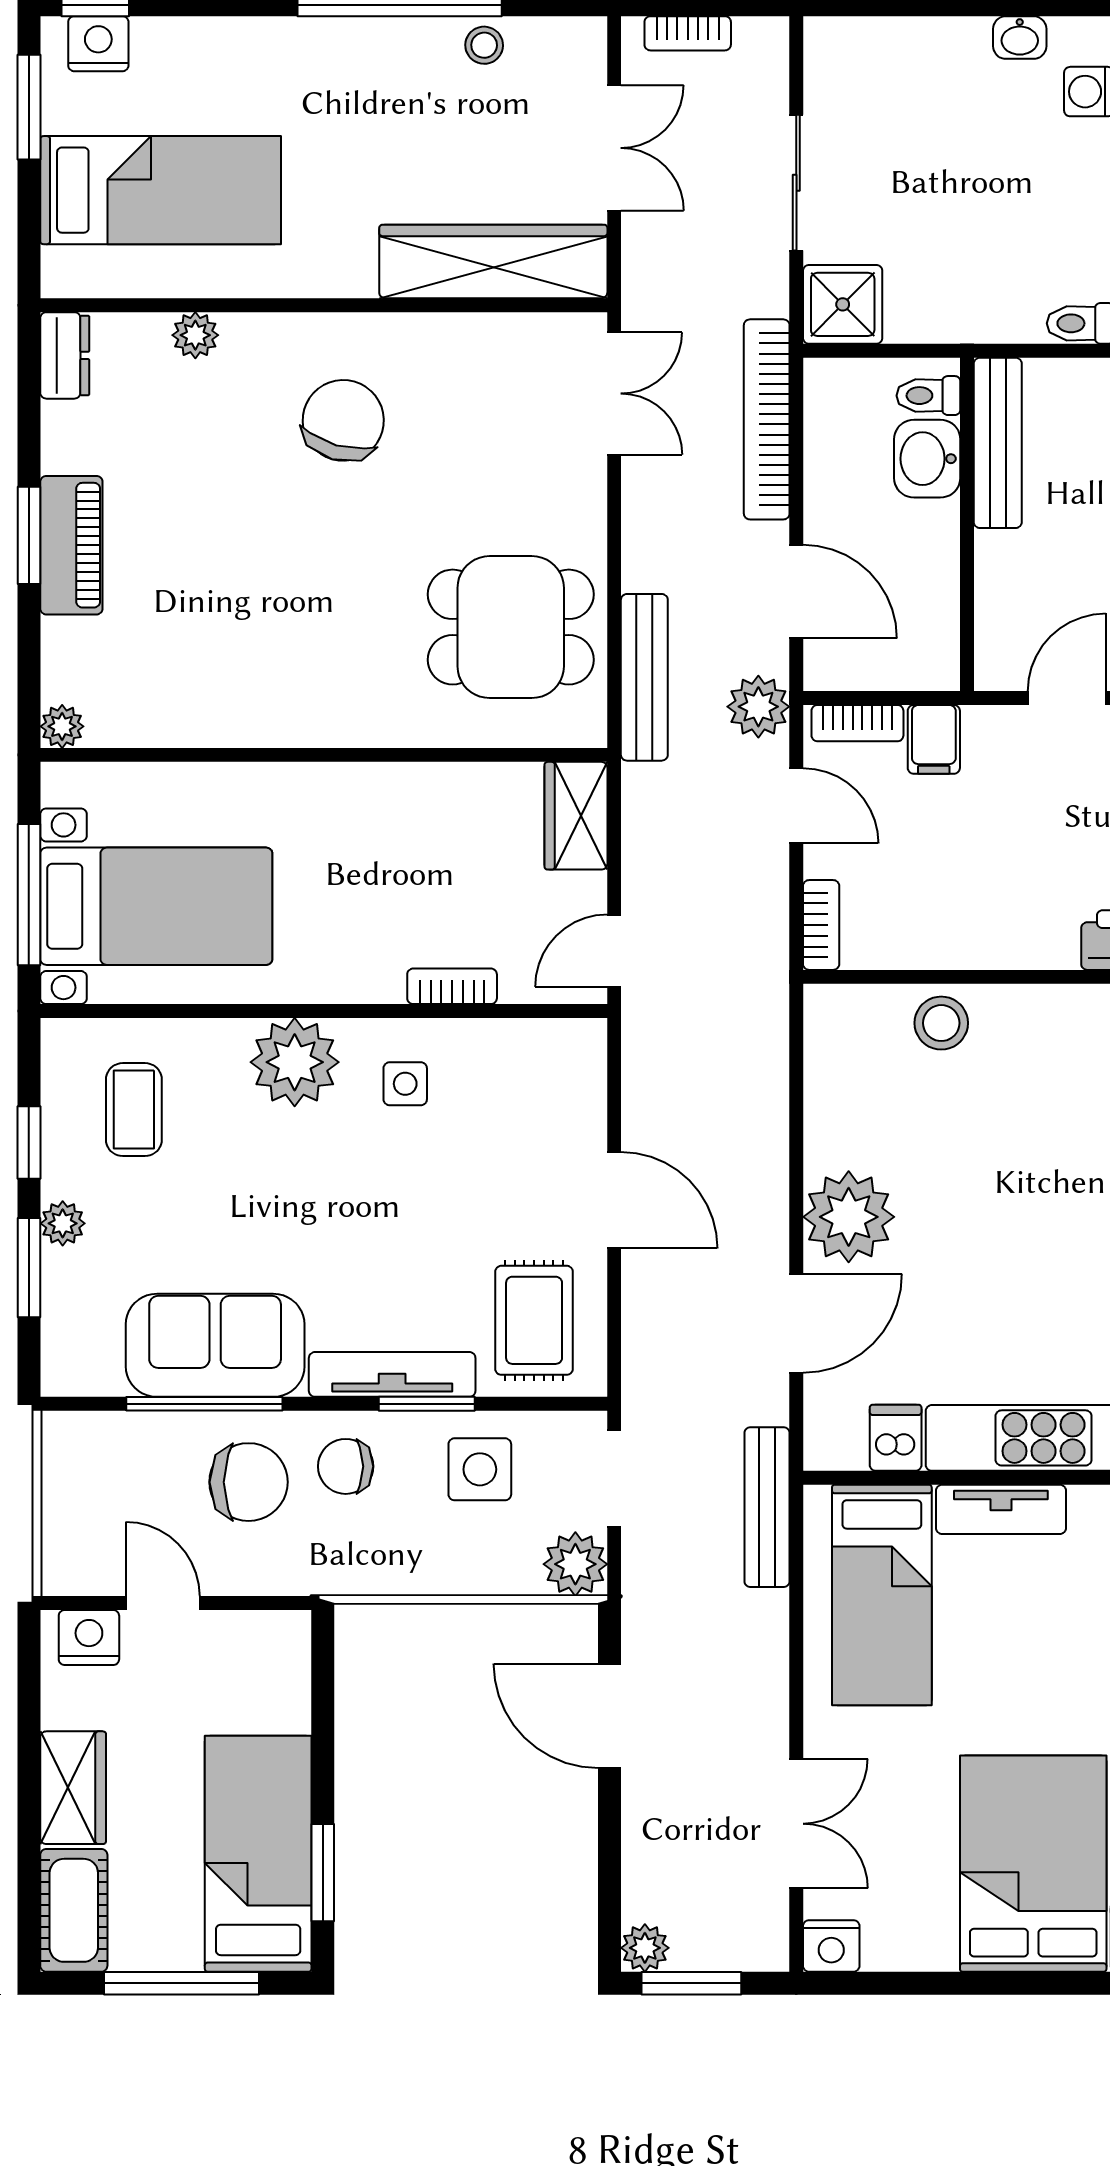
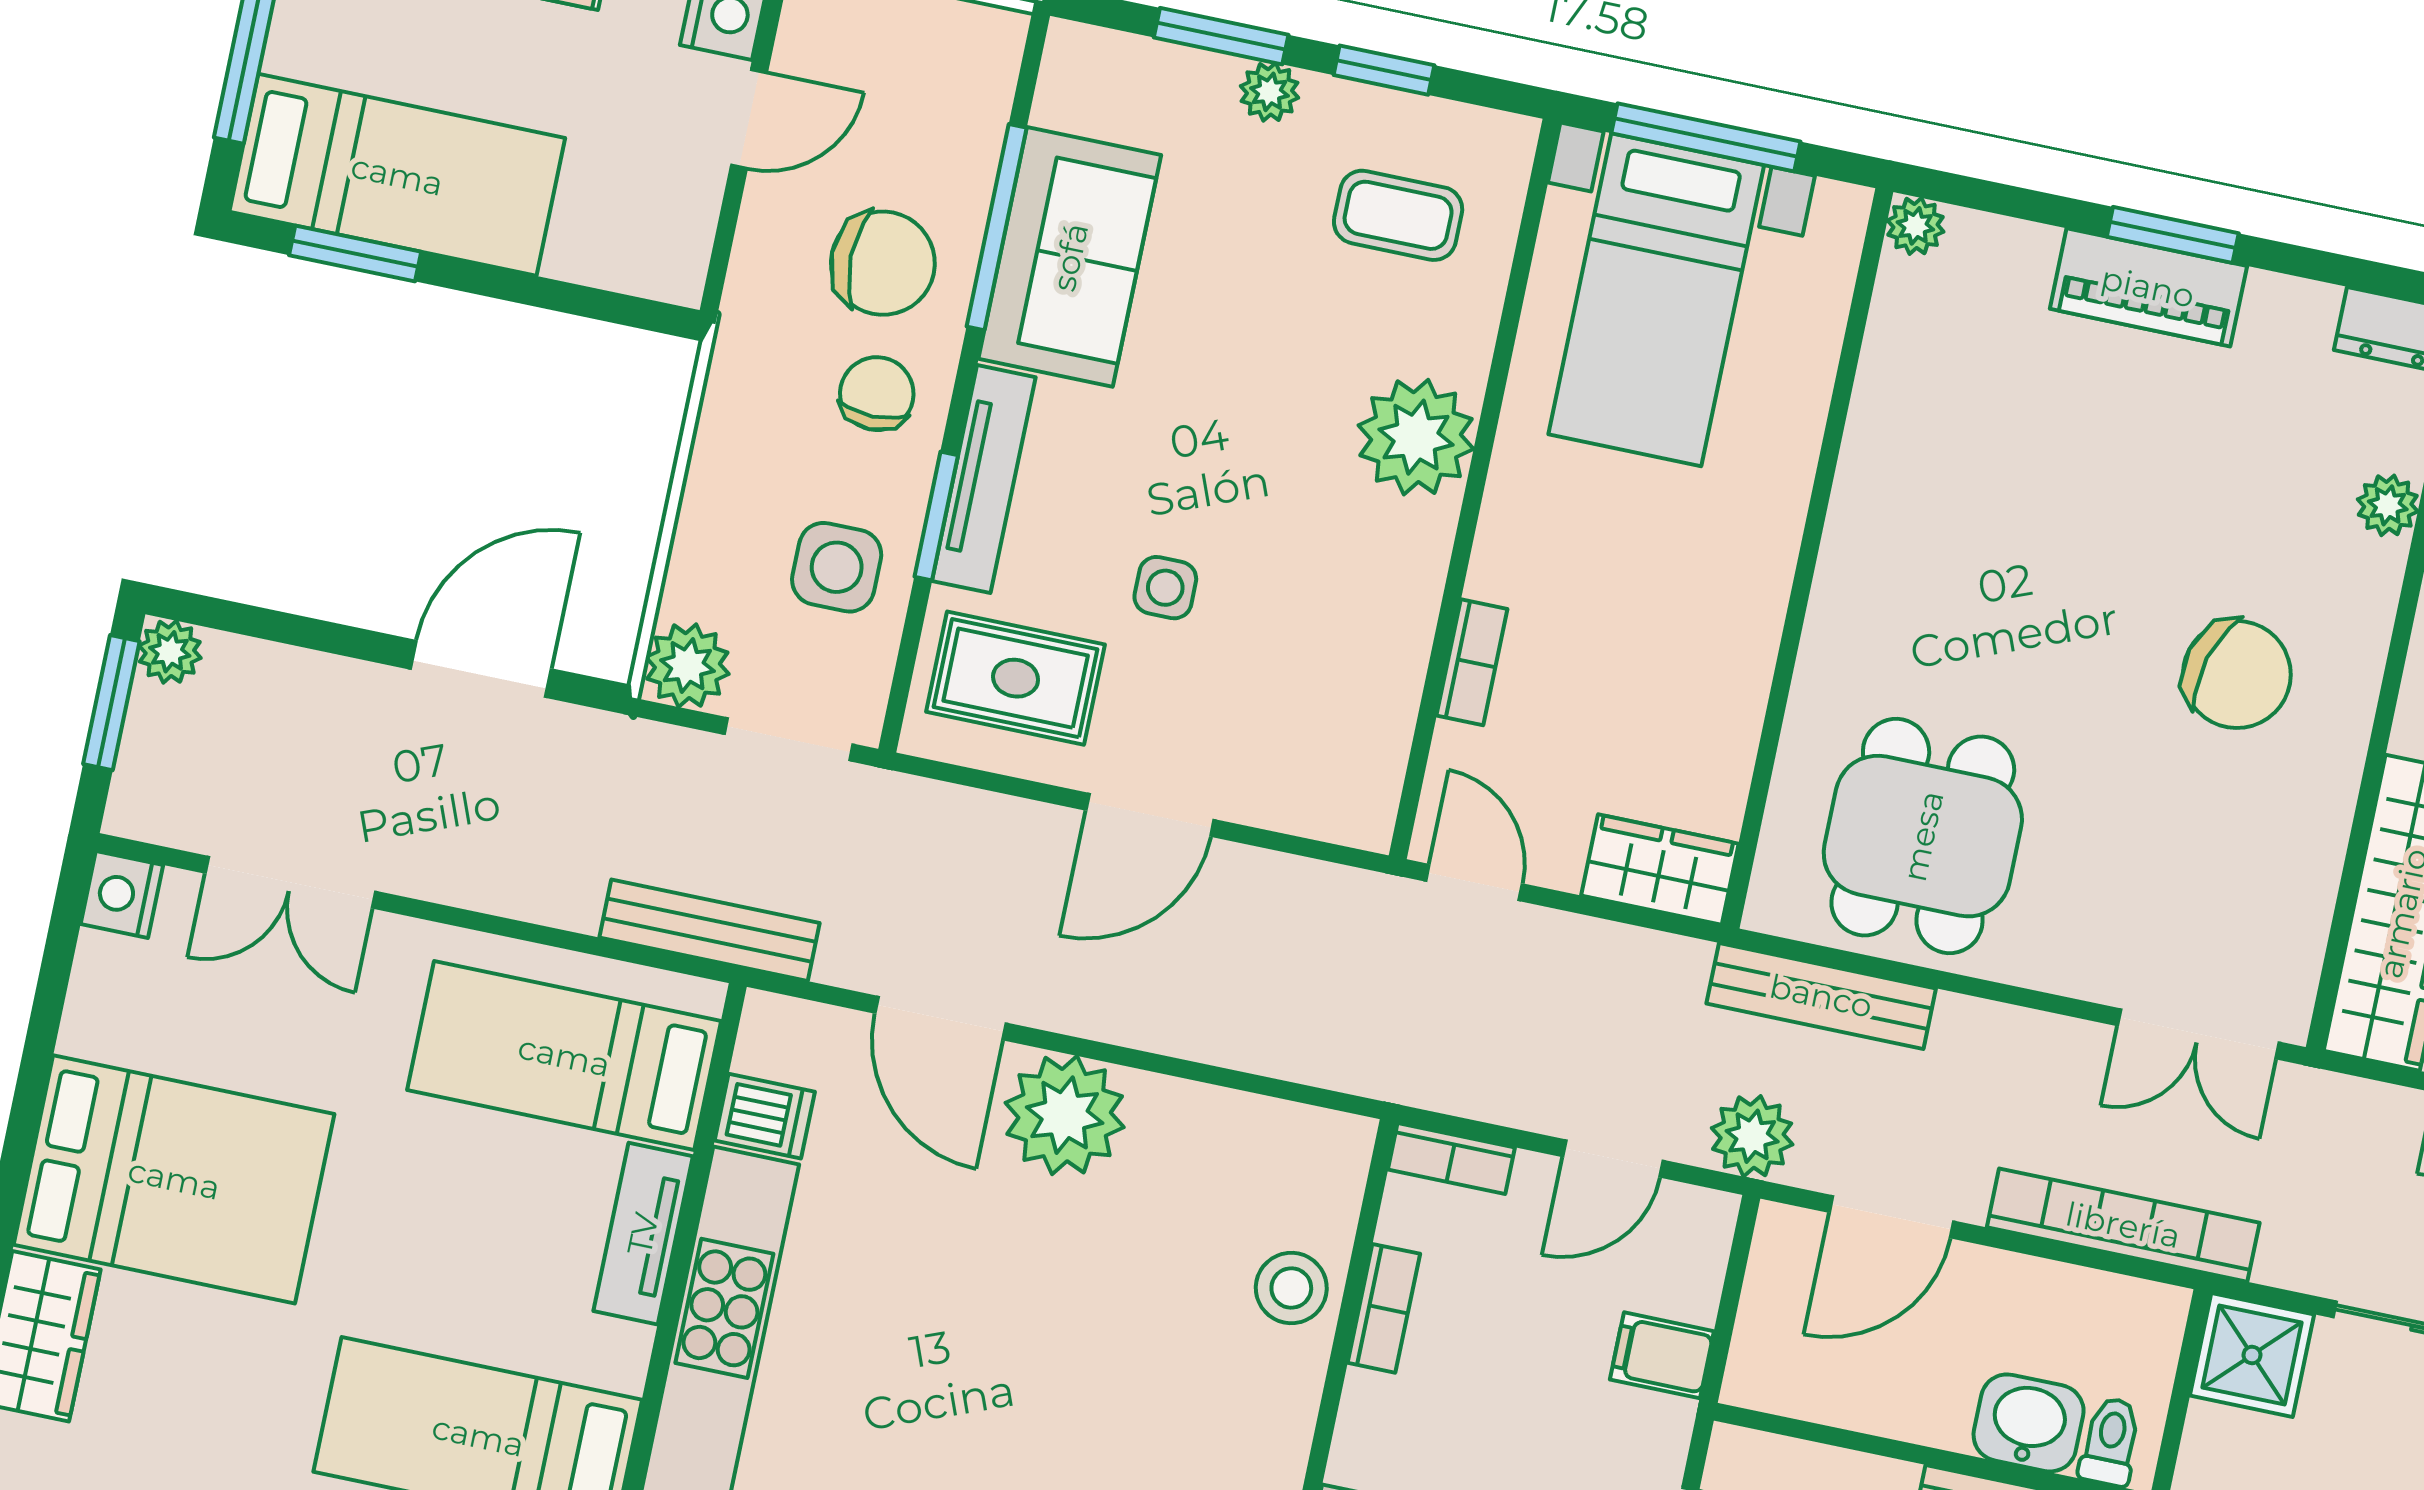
bookcase: (857, 723) -> (1384, 1308), moved, turned 180
side table: (405, 1084) -> (1165, 588), moved
chair: (249, 1482) -> (883, 263), turned -90

